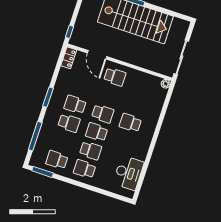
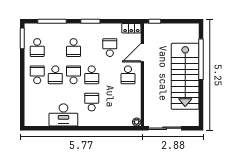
school desk: (75, 105) -> (110, 48), moved
school desk: (57, 160) -> (37, 48), turned 180
desk: (128, 173) -> (63, 115), moved

